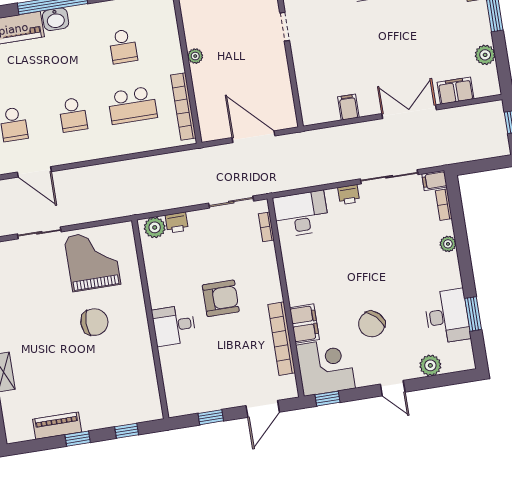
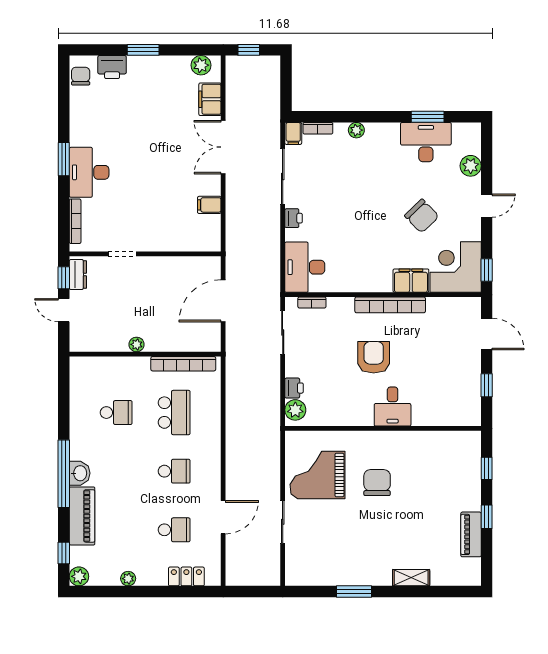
plant: (485, 55) -> (201, 65), moved
bookcase: (282, 339) -> (390, 305), moved

